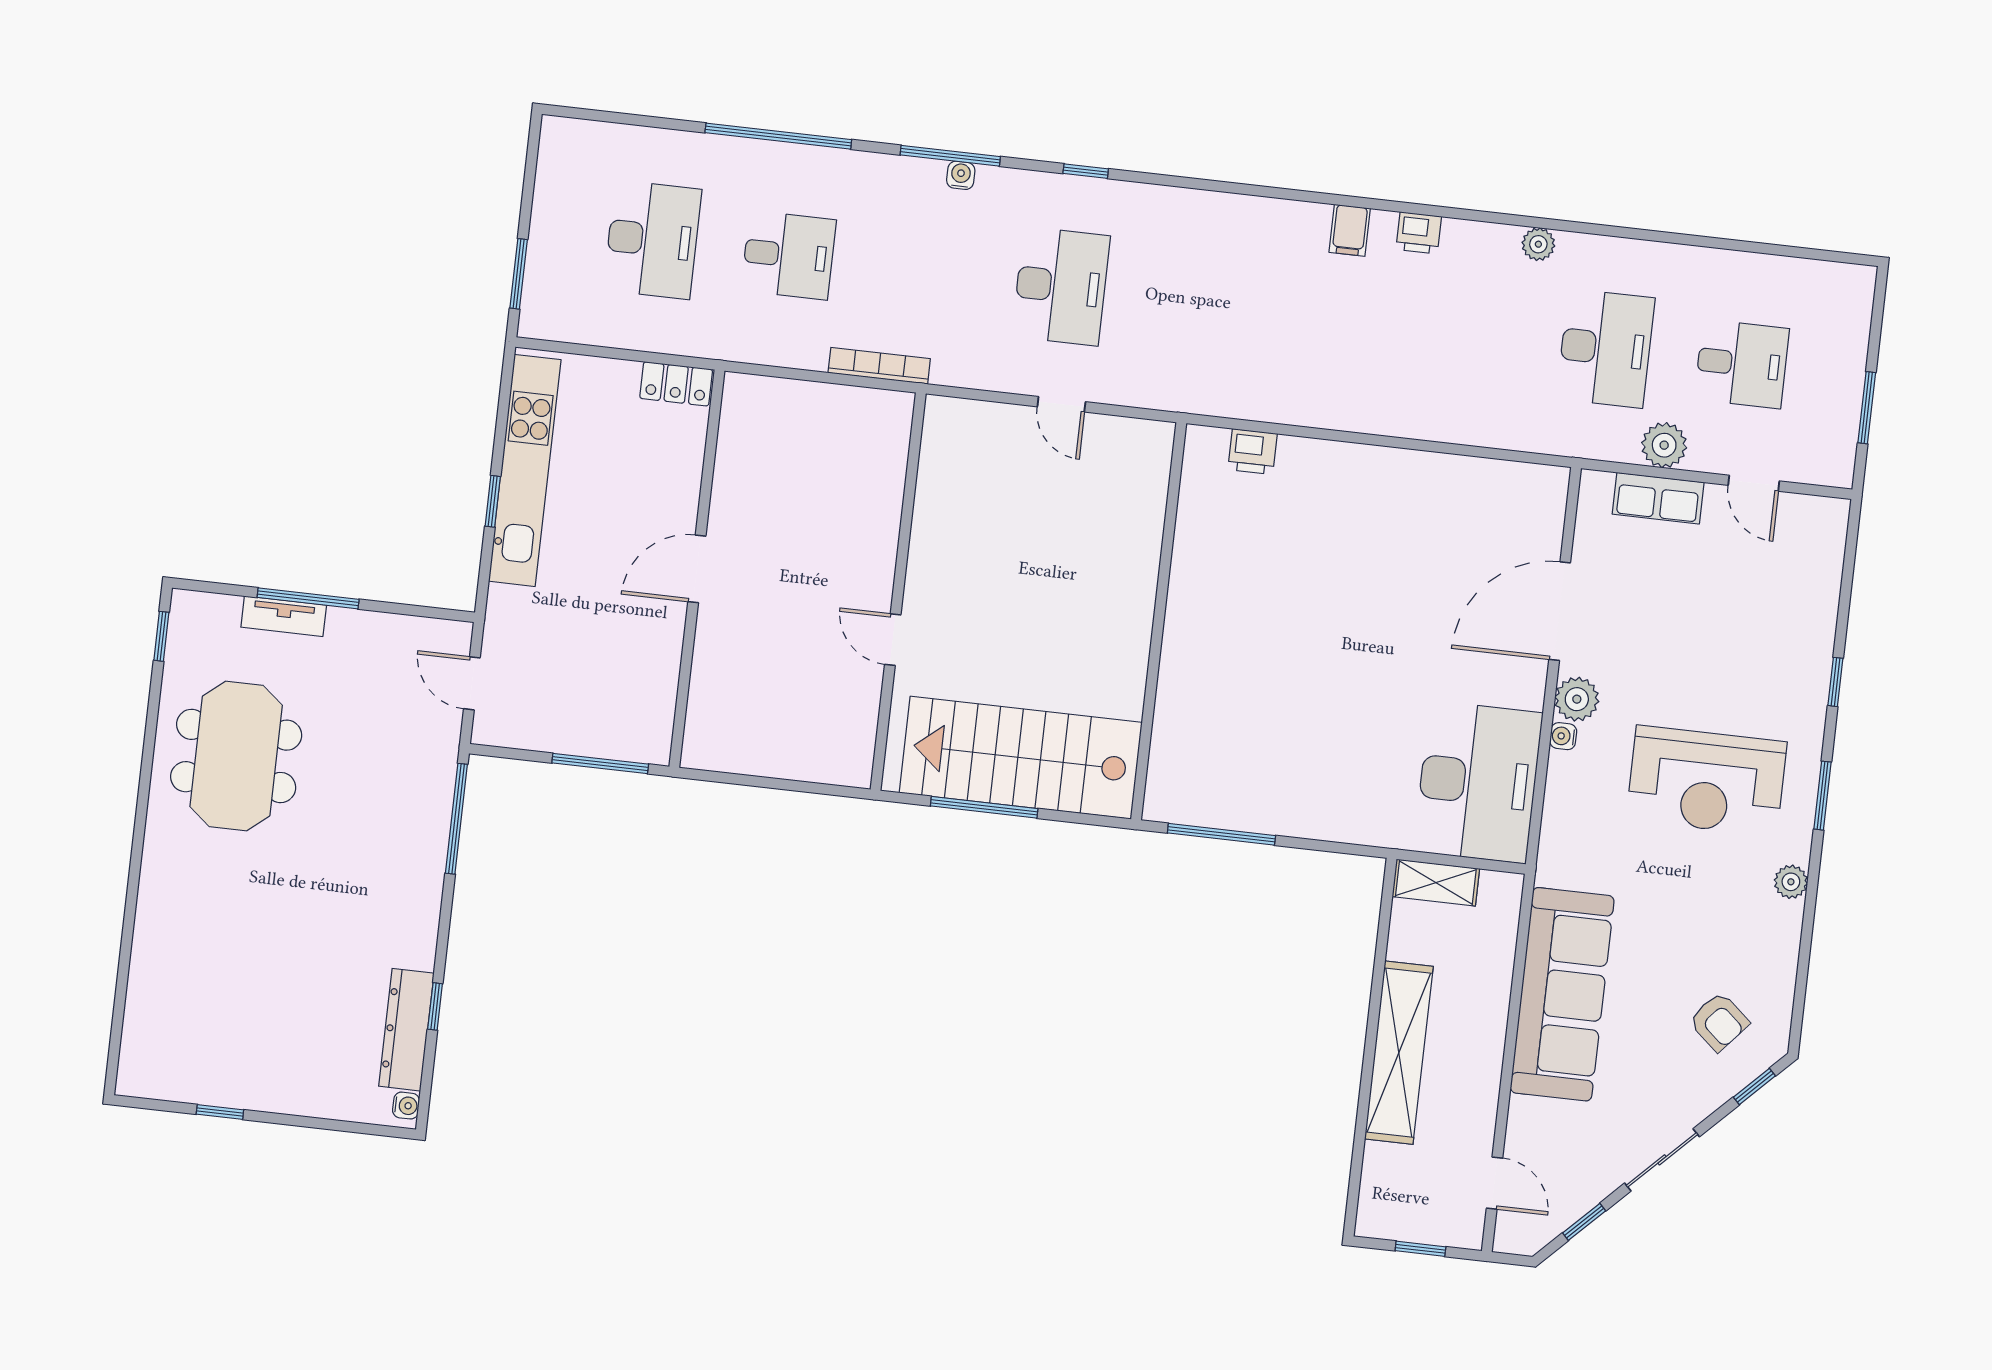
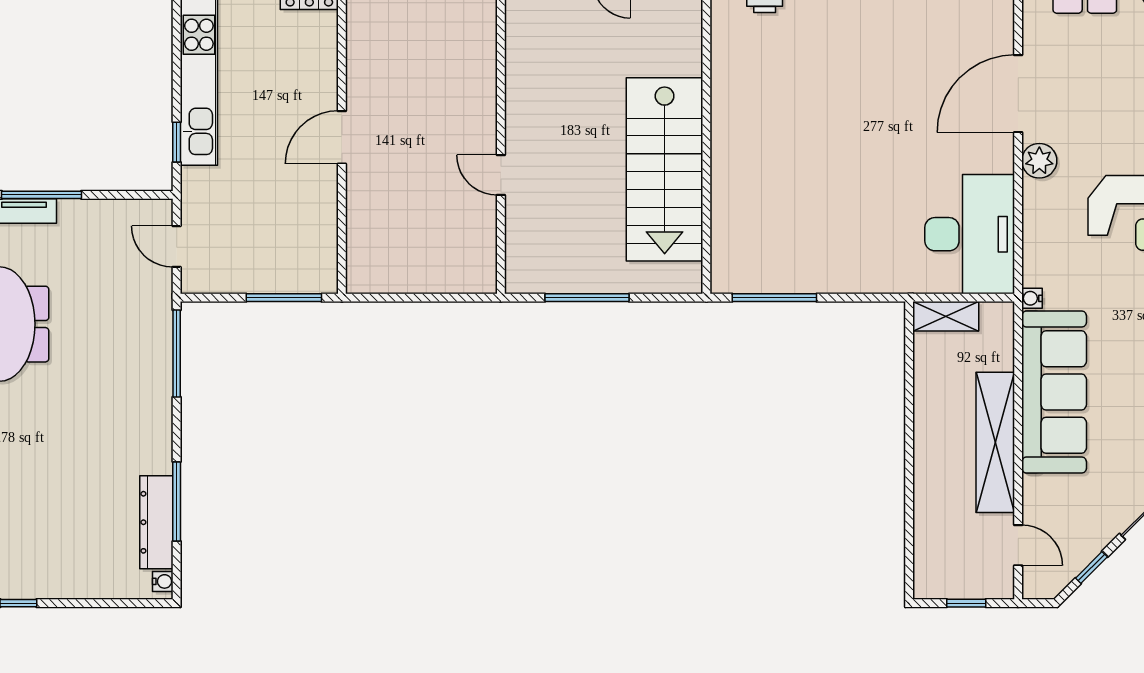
window: (493, 501) -> (177, 142), moved
water cooler: (1563, 736) -> (1032, 298), moved
stairs: (1021, 758) -> (665, 169), moved, turned -90
window: (435, 1006) -> (177, 502), width x2.17
shelving: (1399, 1053) -> (995, 442), moved

